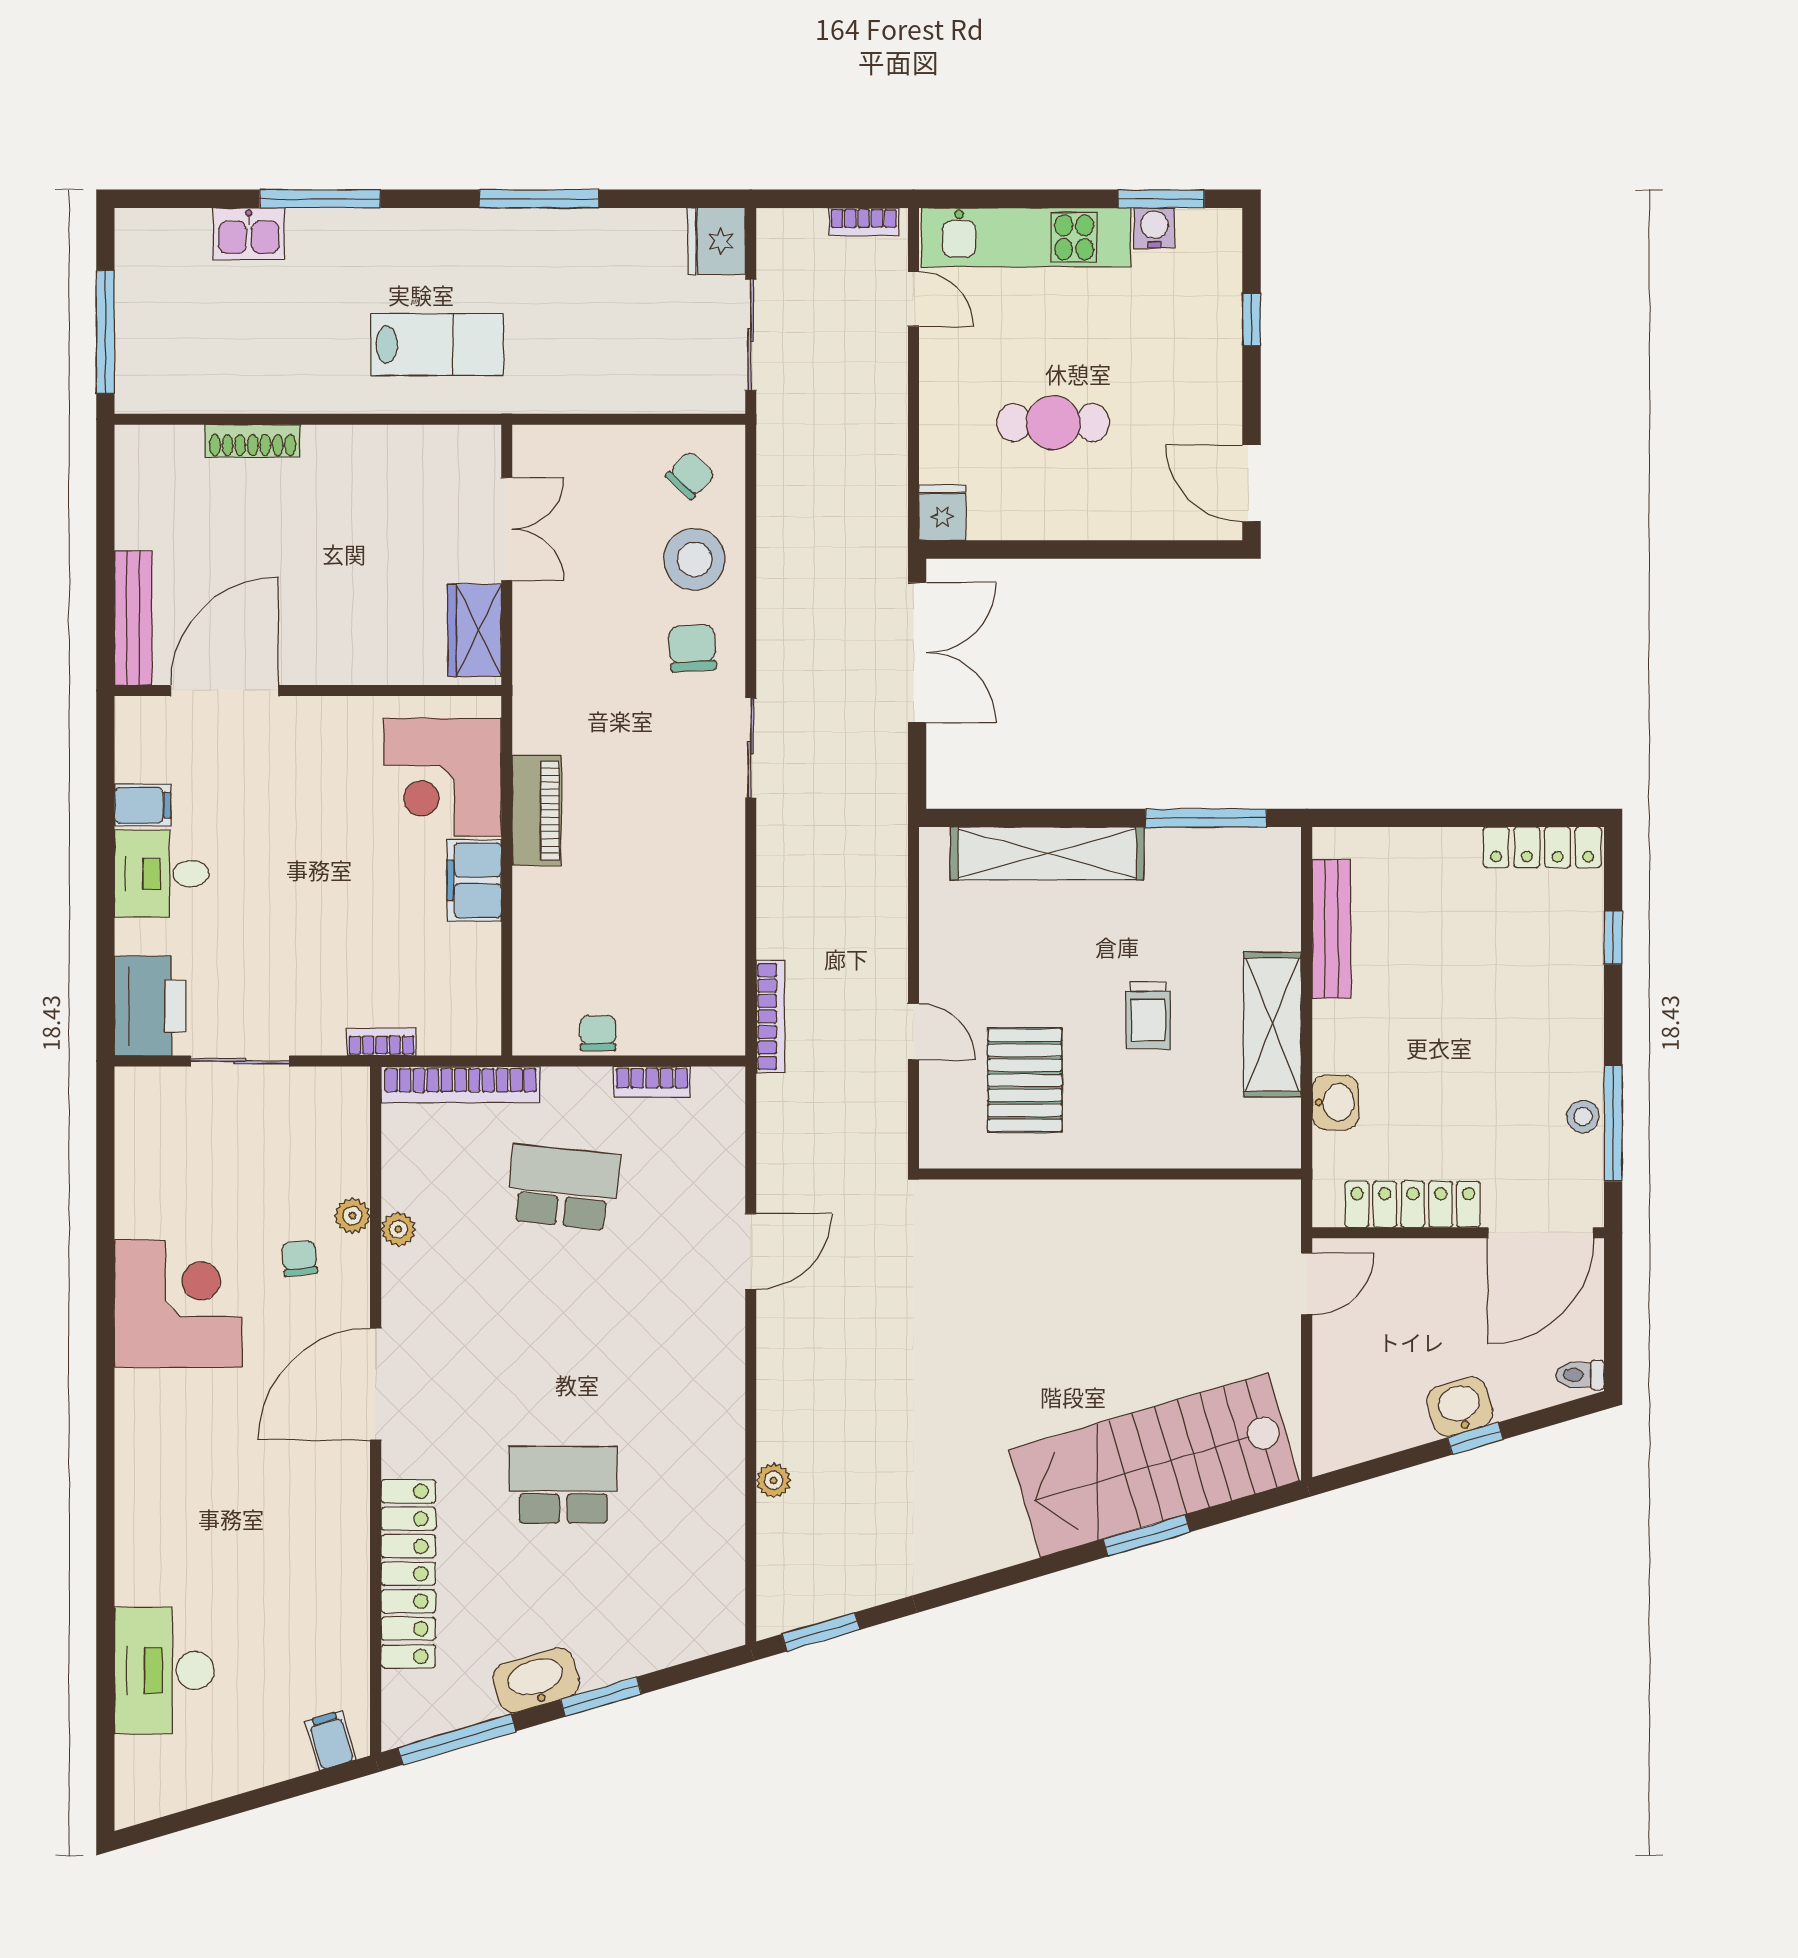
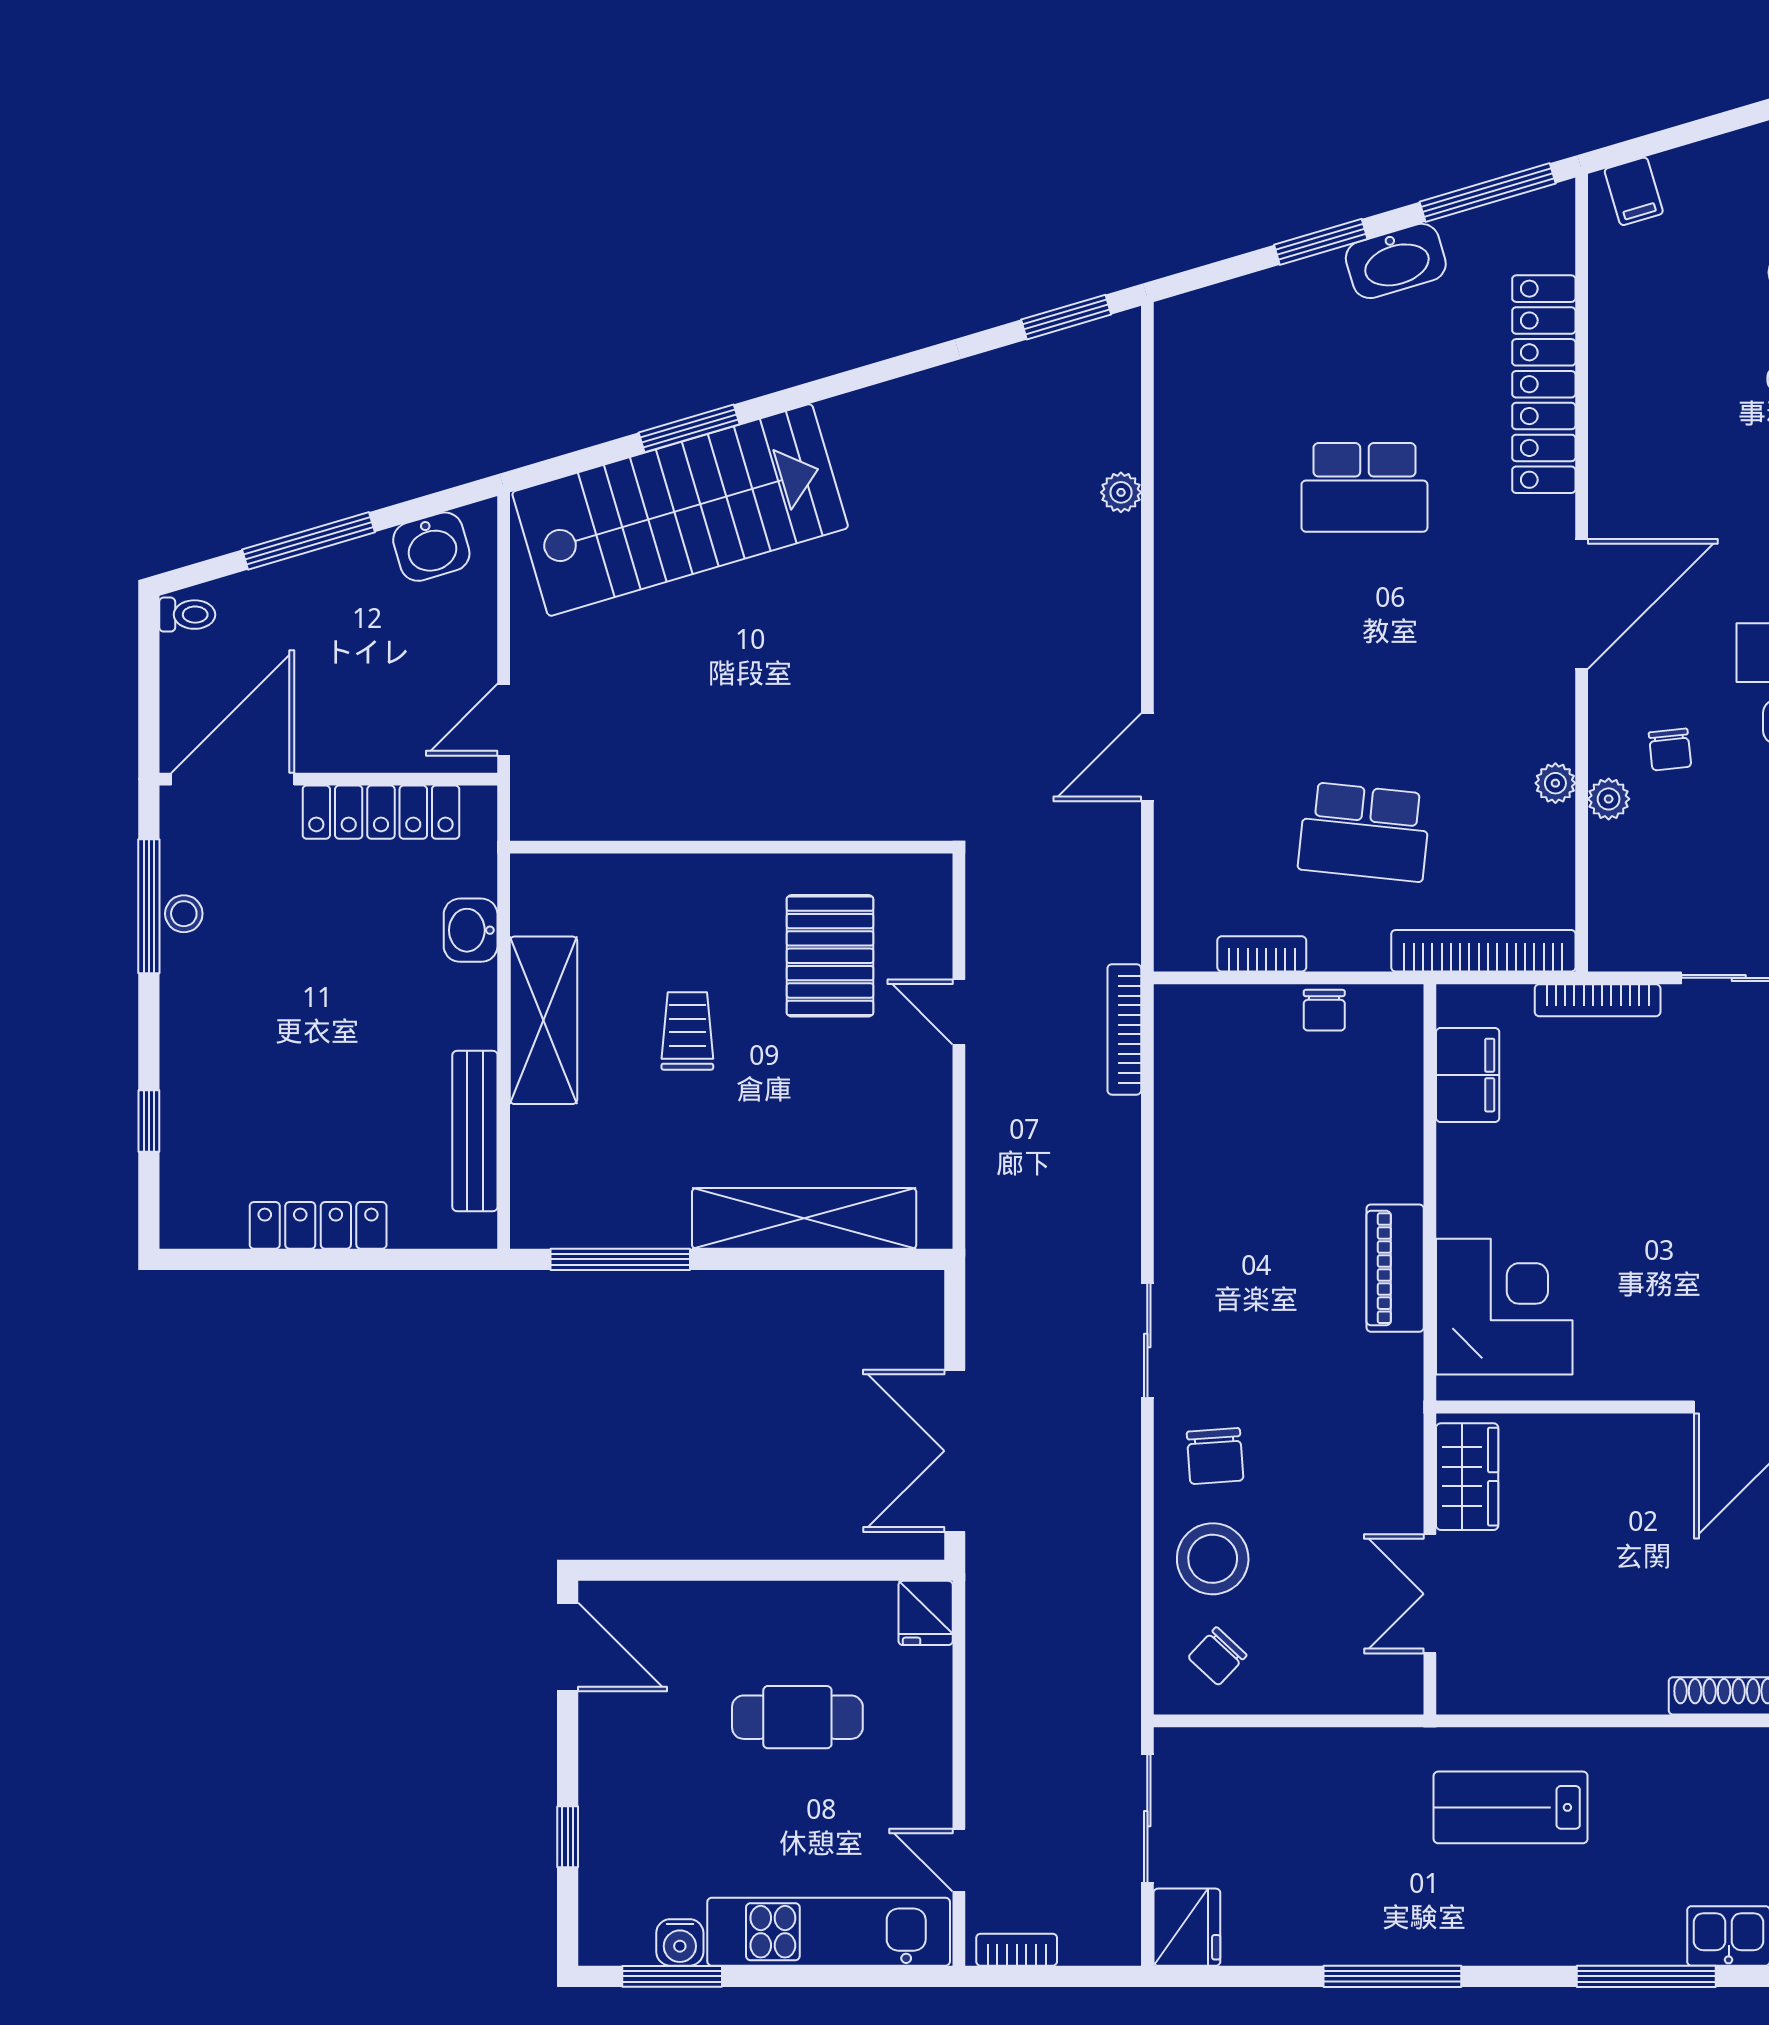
locker: (1542, 847) -> (318, 1225), moved
filing cabinet: (474, 880) -> (1468, 1075), moved
bookcase: (381, 1042) -> (1598, 1000), width x1.56
washbasin: (1460, 1407) -> (431, 547), moved
window: (1475, 1439) -> (309, 541), width x2.17

